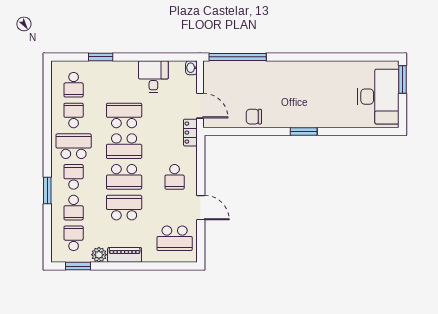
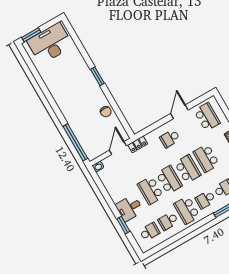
desk: (153, 77) -> (129, 208), moved
school desk: (175, 177) -> (170, 138), turned 180

